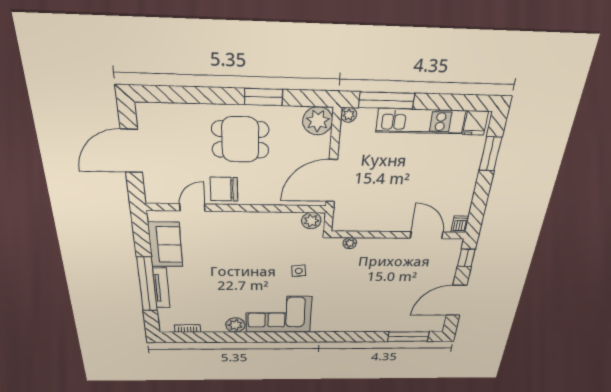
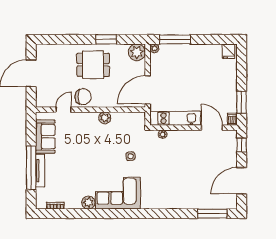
kitchen unit: (421, 121) -> (175, 118), moved, turned 180
window: (490, 154) -> (242, 102), moved
chair: (224, 189) -> (83, 97), turned 180
plant: (311, 221) -> (105, 118), moved

